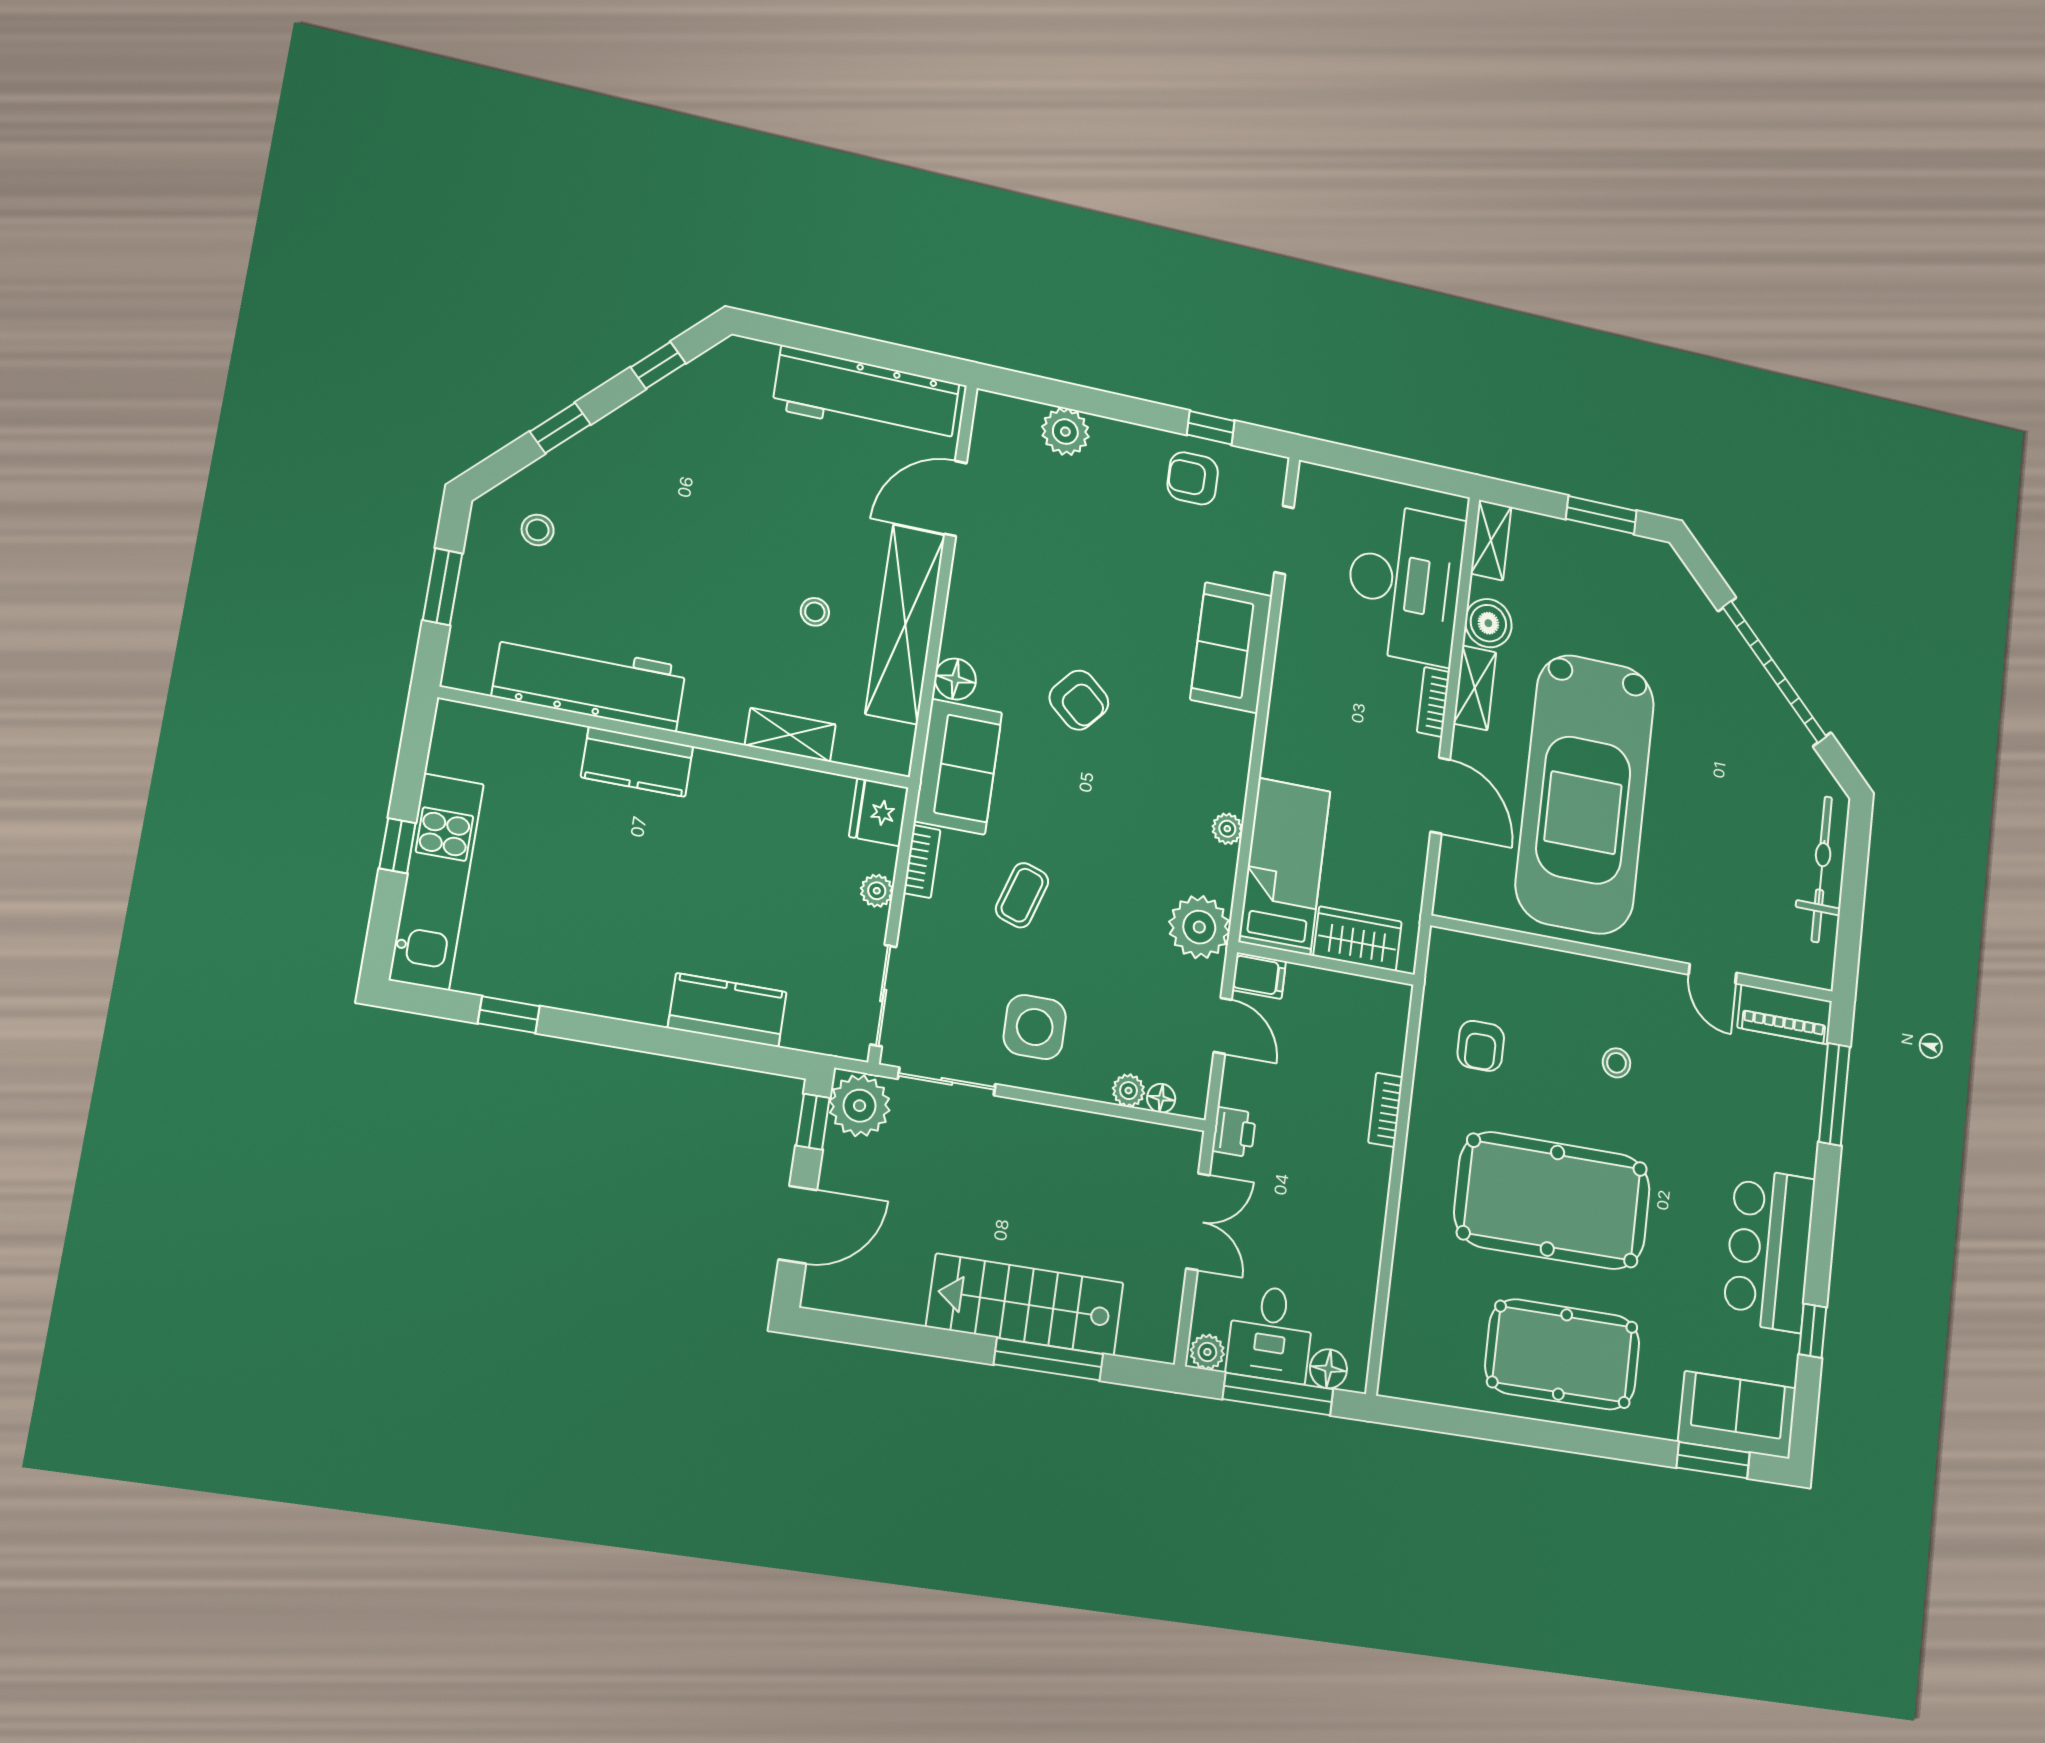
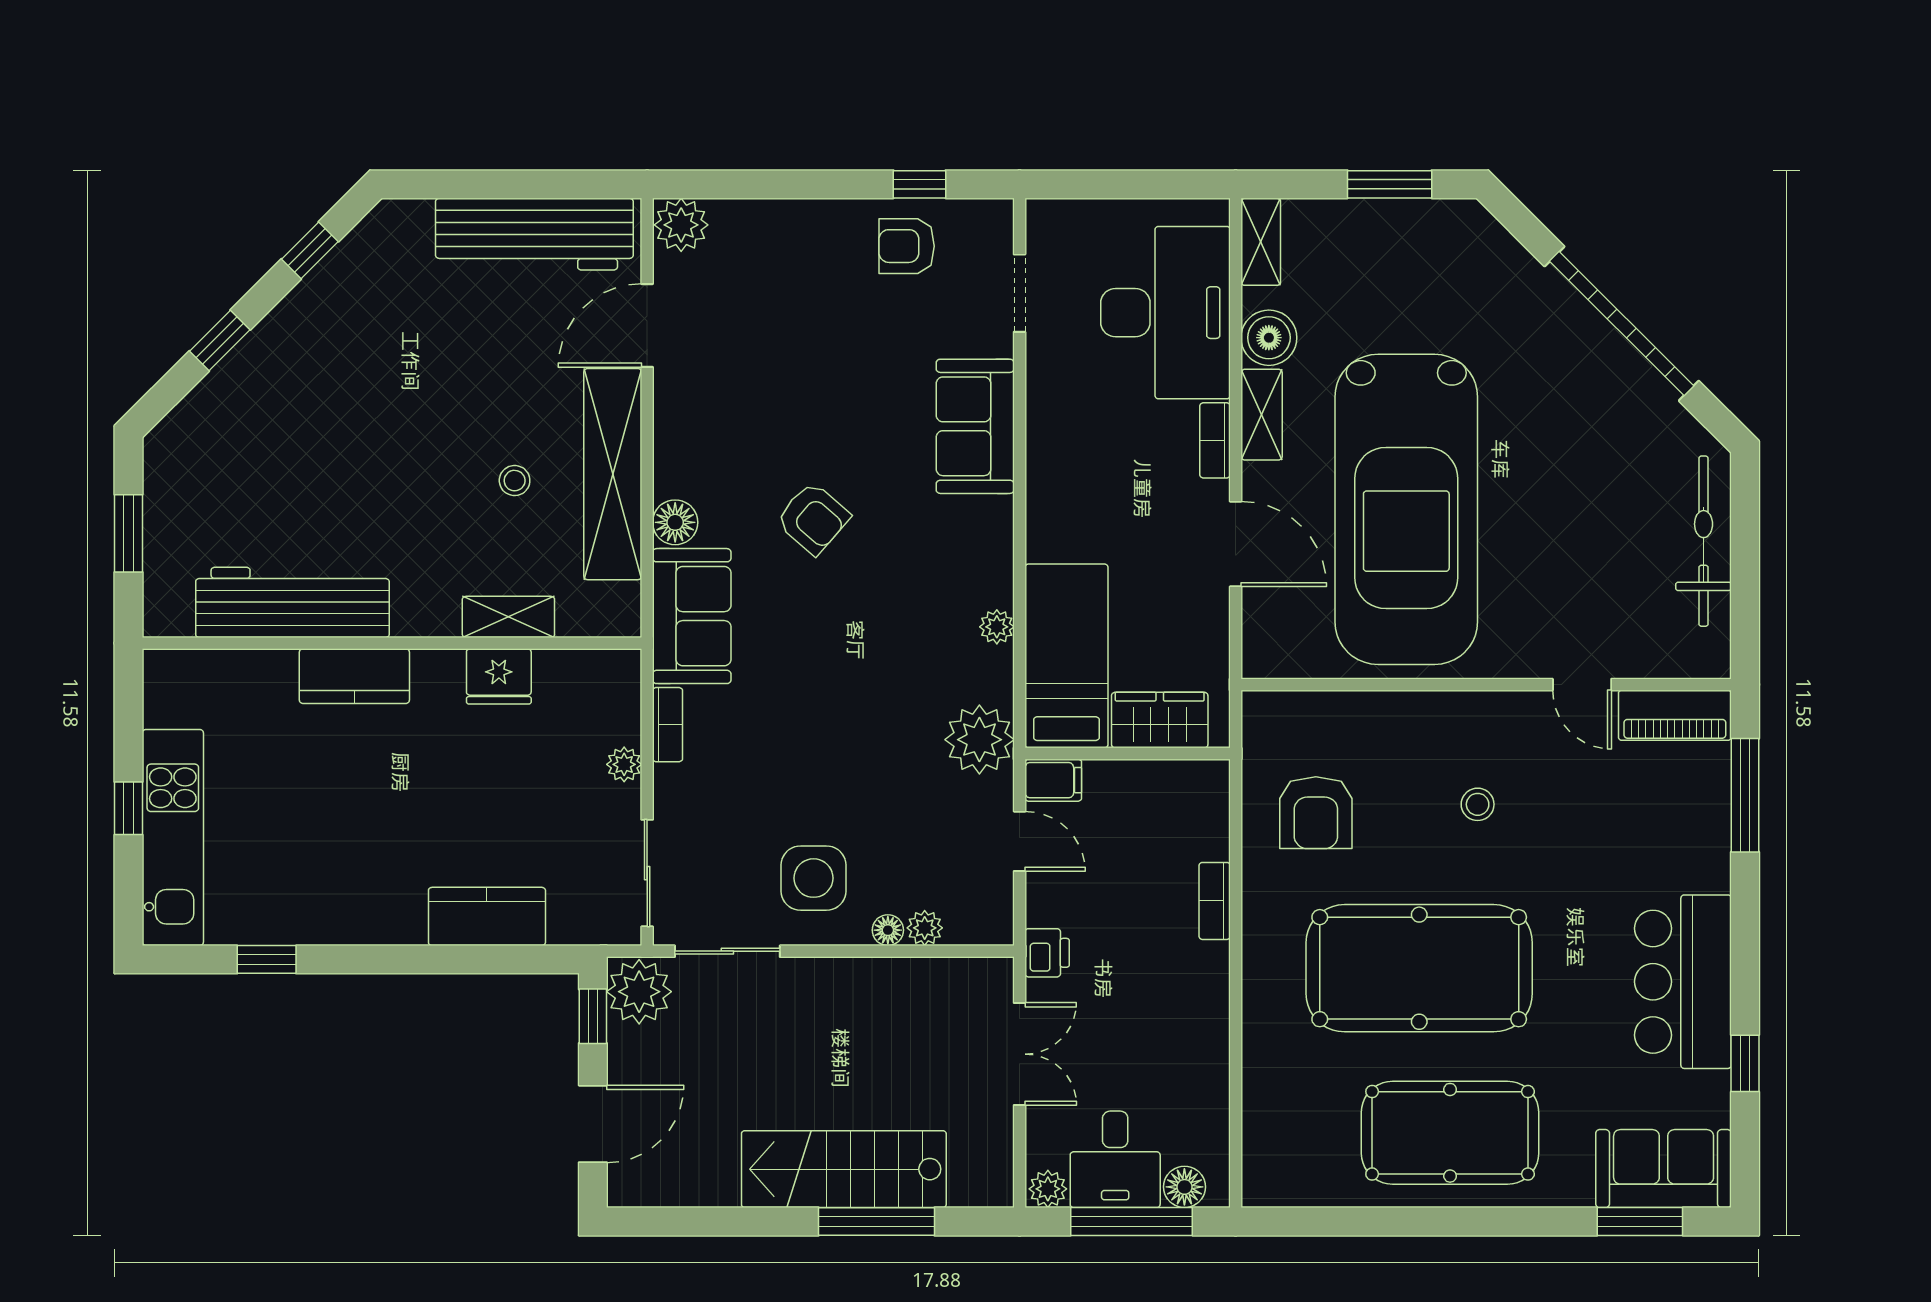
plant: (1065, 432) -> (681, 225), moved
stool: (538, 530) -> (214, 454), removed
fridge: (879, 812) -> (499, 676), moved, turned -90
coffee table: (1022, 895) -> (780, 741), removed
armchair: (1481, 1046) -> (1316, 813), width x1.38, depth x1.38
floor lamp: (1161, 1098) -> (888, 930), moved

